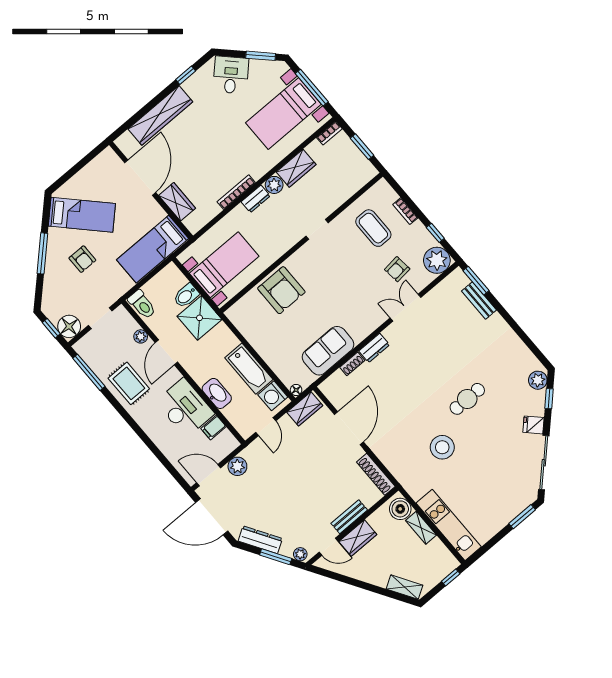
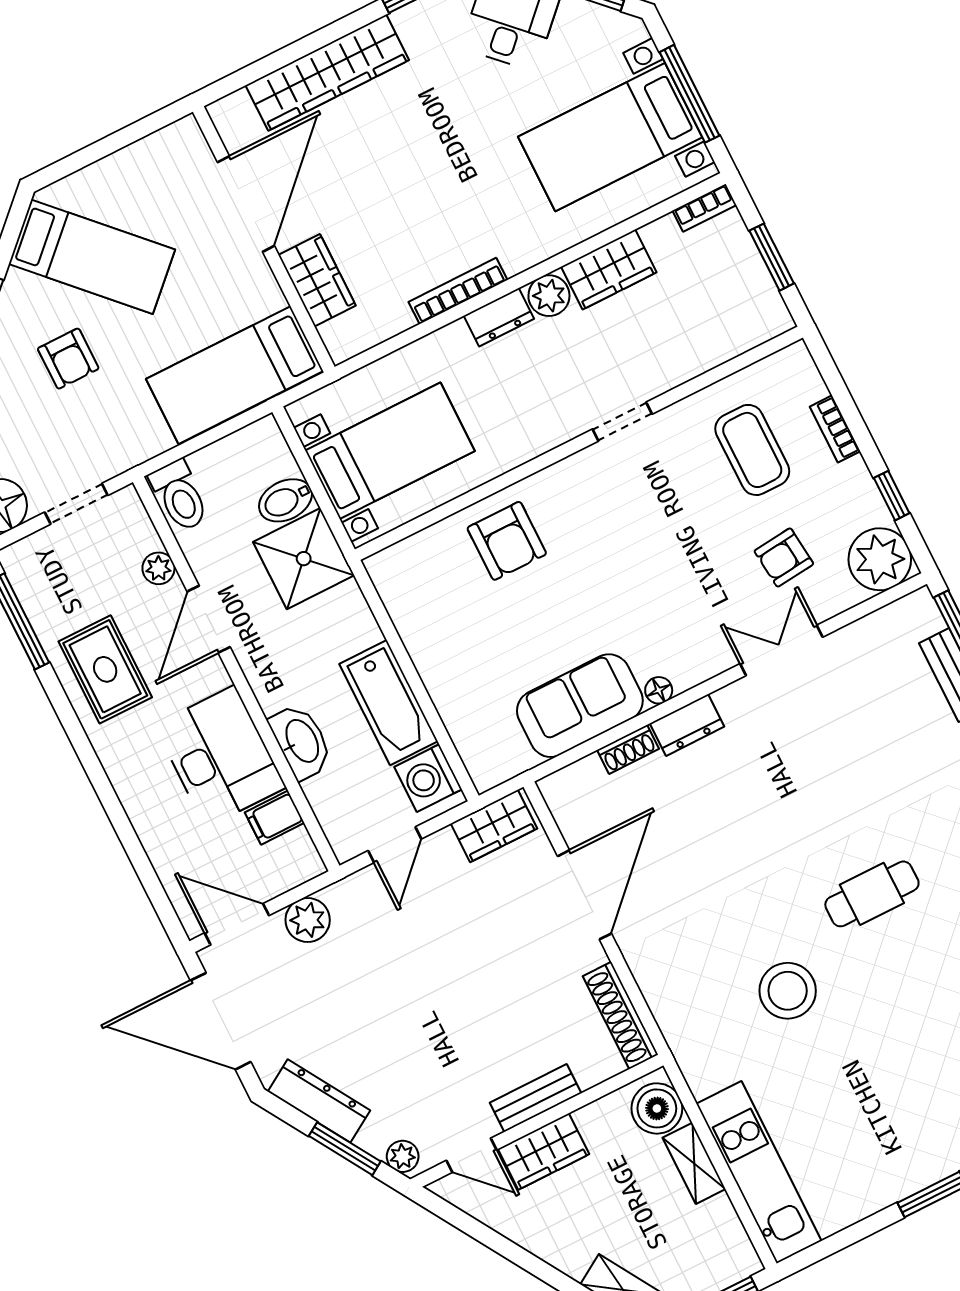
armchair: (281, 290) -> (507, 541), width x0.73, depth x0.73
floor lamp: (296, 390) -> (659, 690), moved

